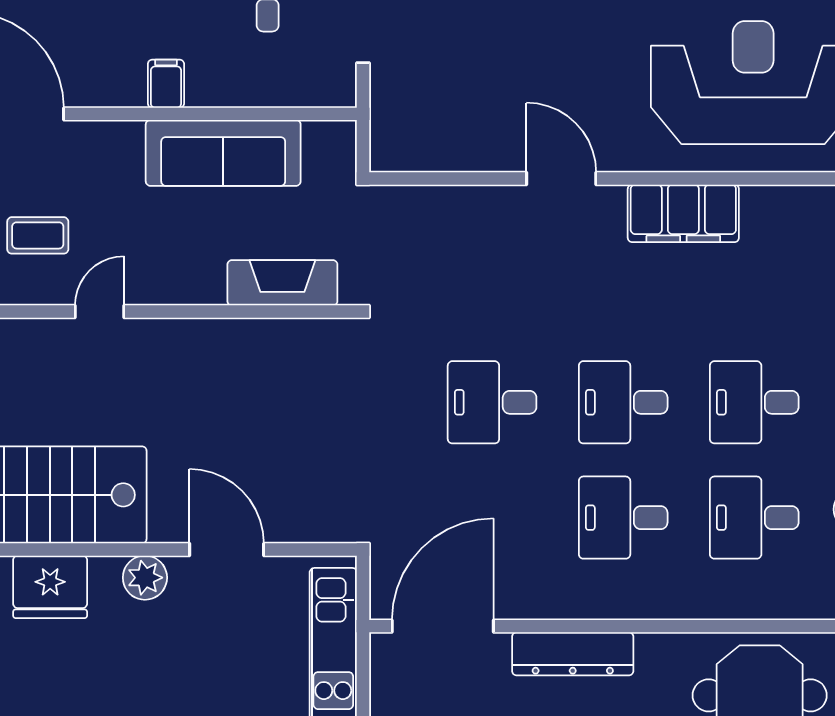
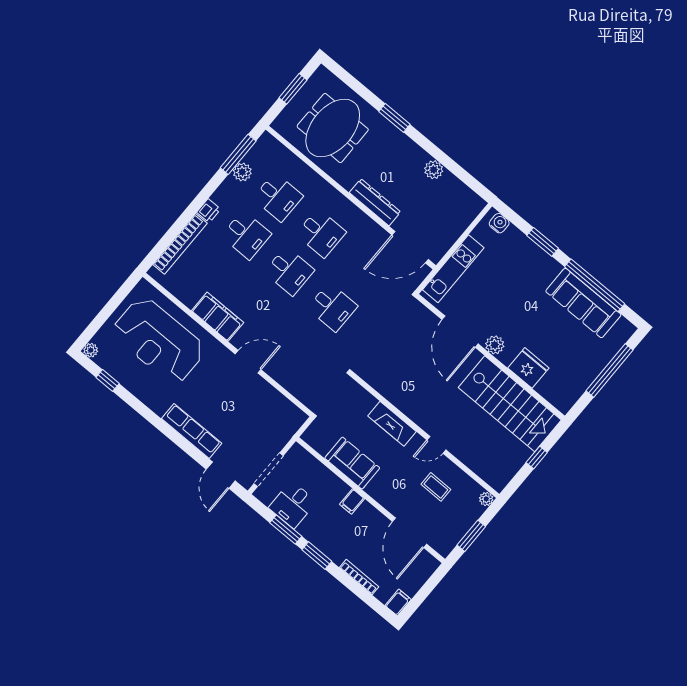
sofa: (223, 153) -> (352, 463), width x0.73
door: (561, 178) -> (248, 362), swing flipped
fireplace: (282, 283) -> (392, 424), moved
door: (227, 550) -> (460, 332), width x1.36

